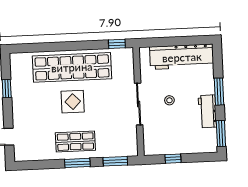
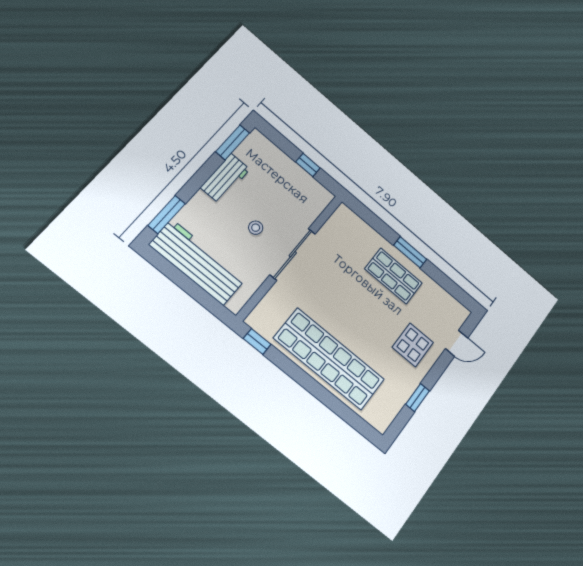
window: (219, 92) -> (167, 215), moved
display table: (73, 102) -> (413, 345), moved
window: (115, 161) -> (370, 218), removed

